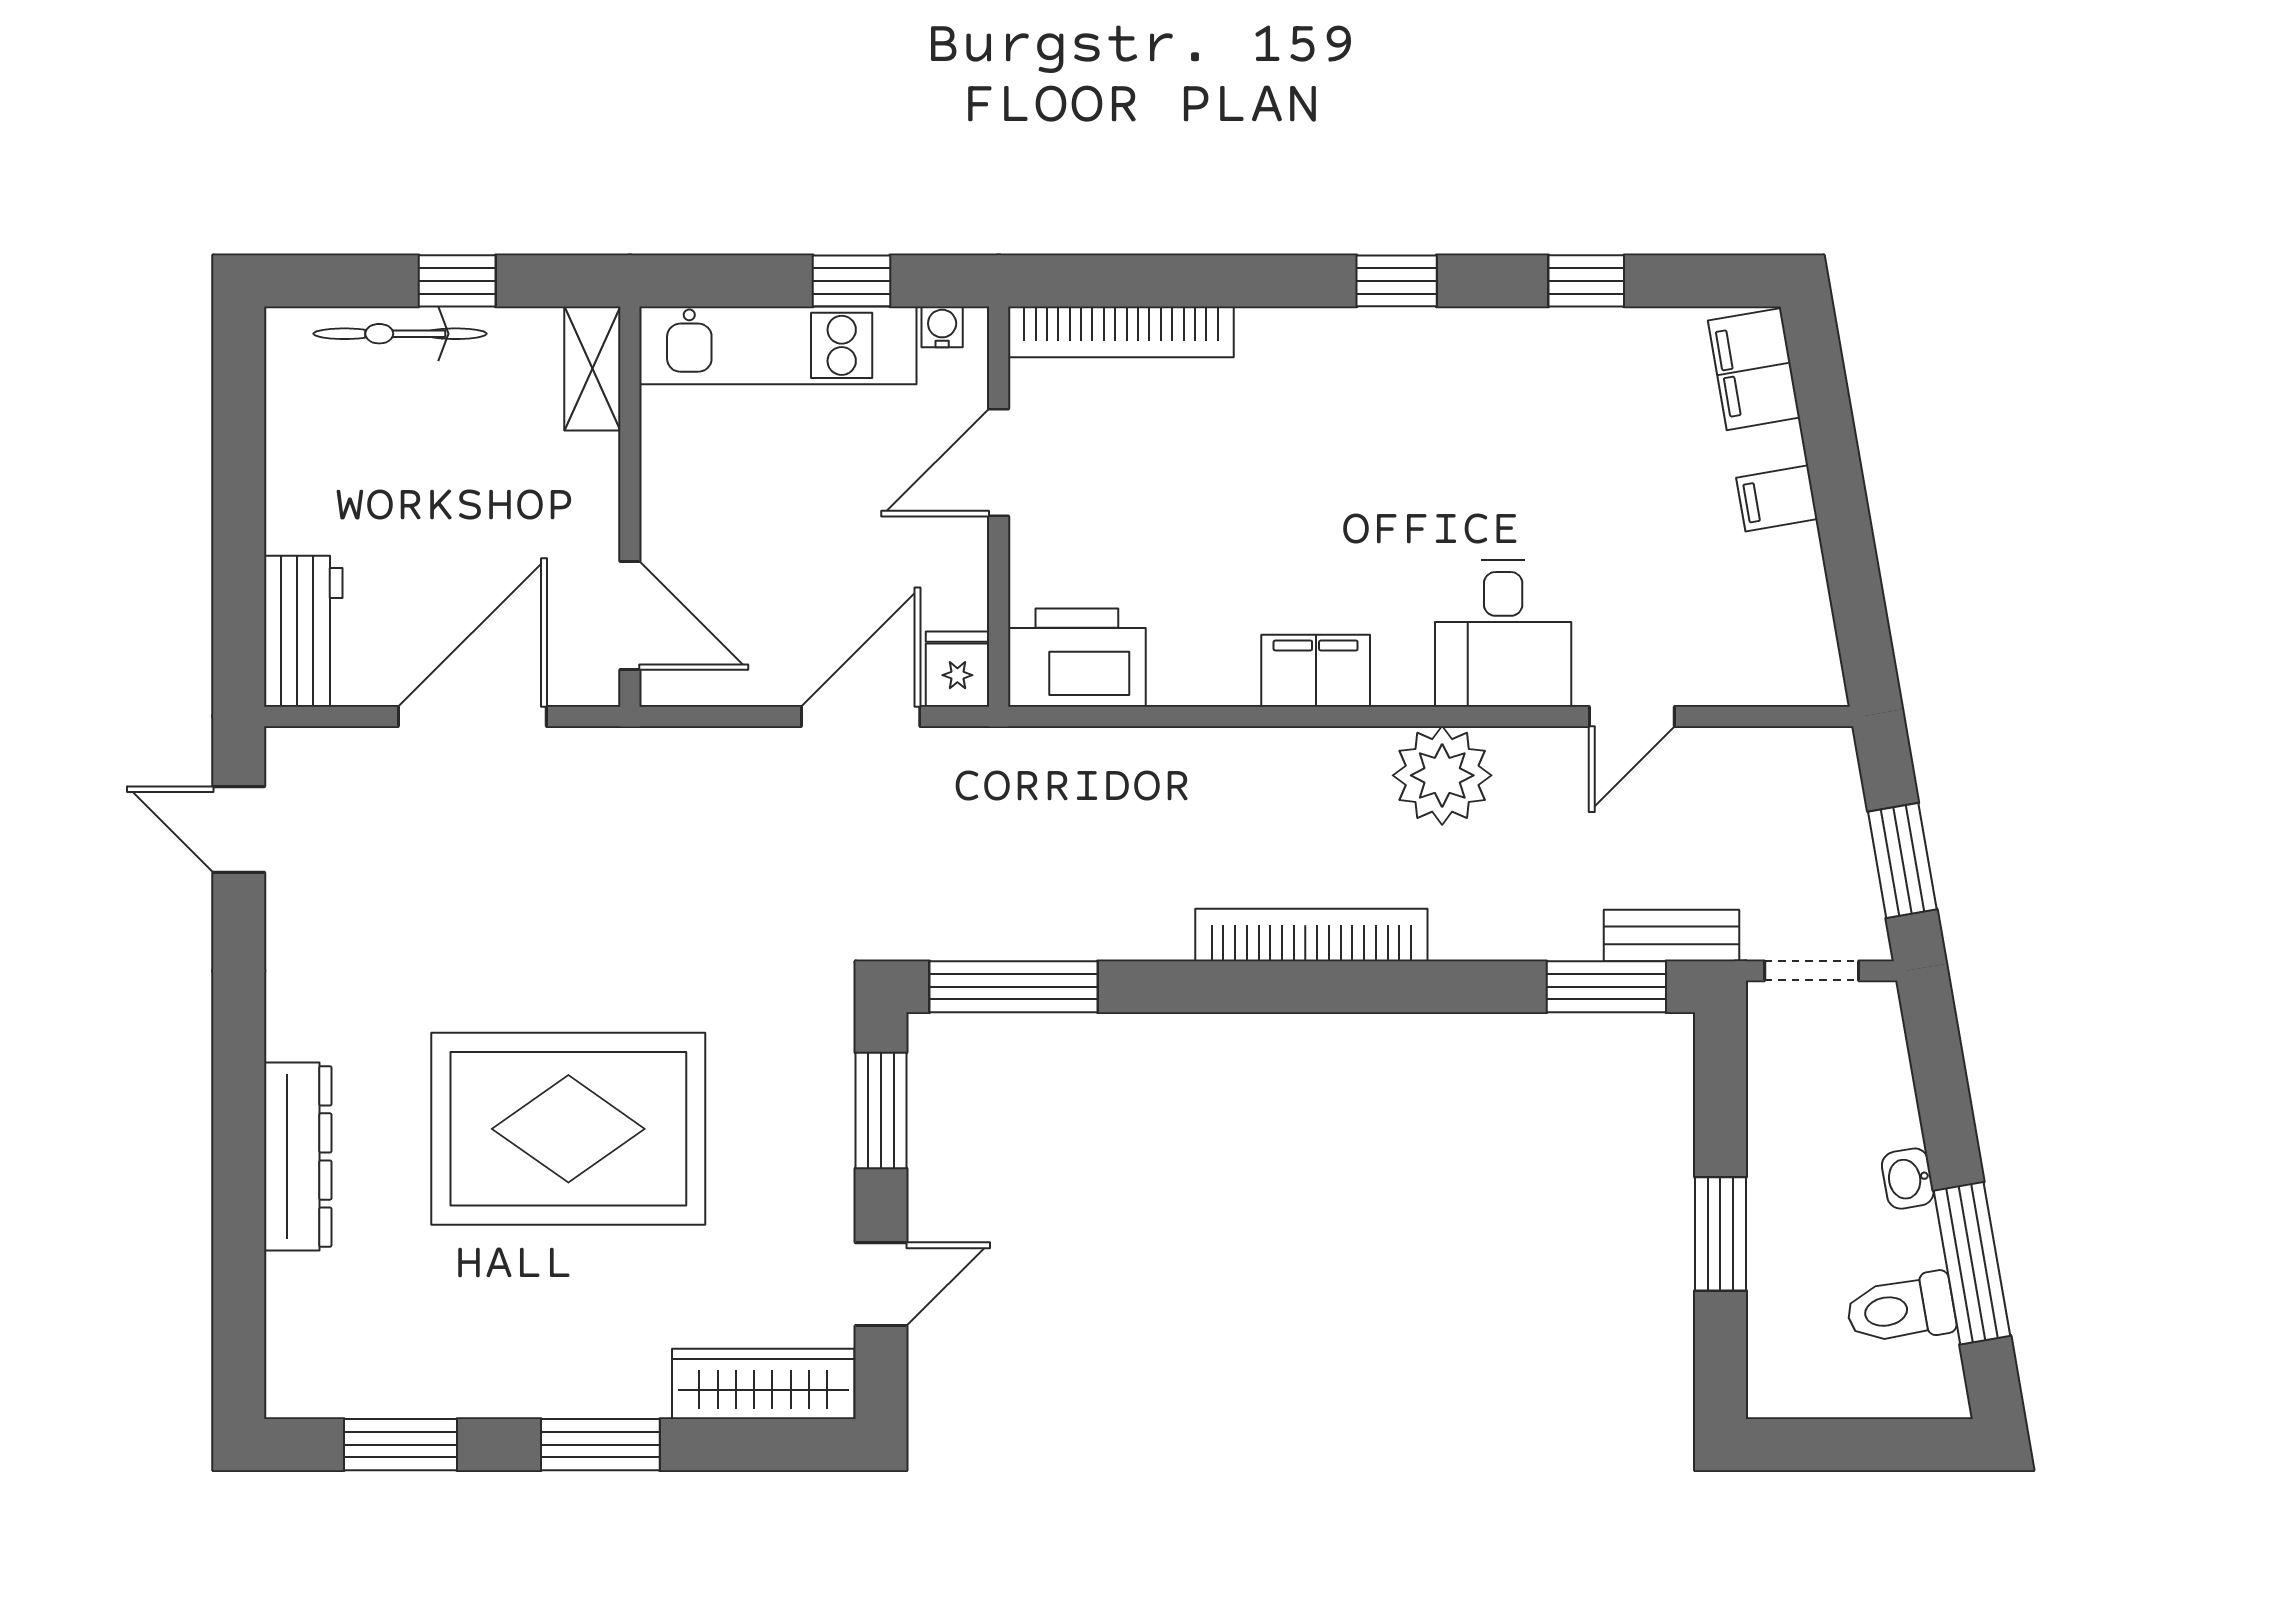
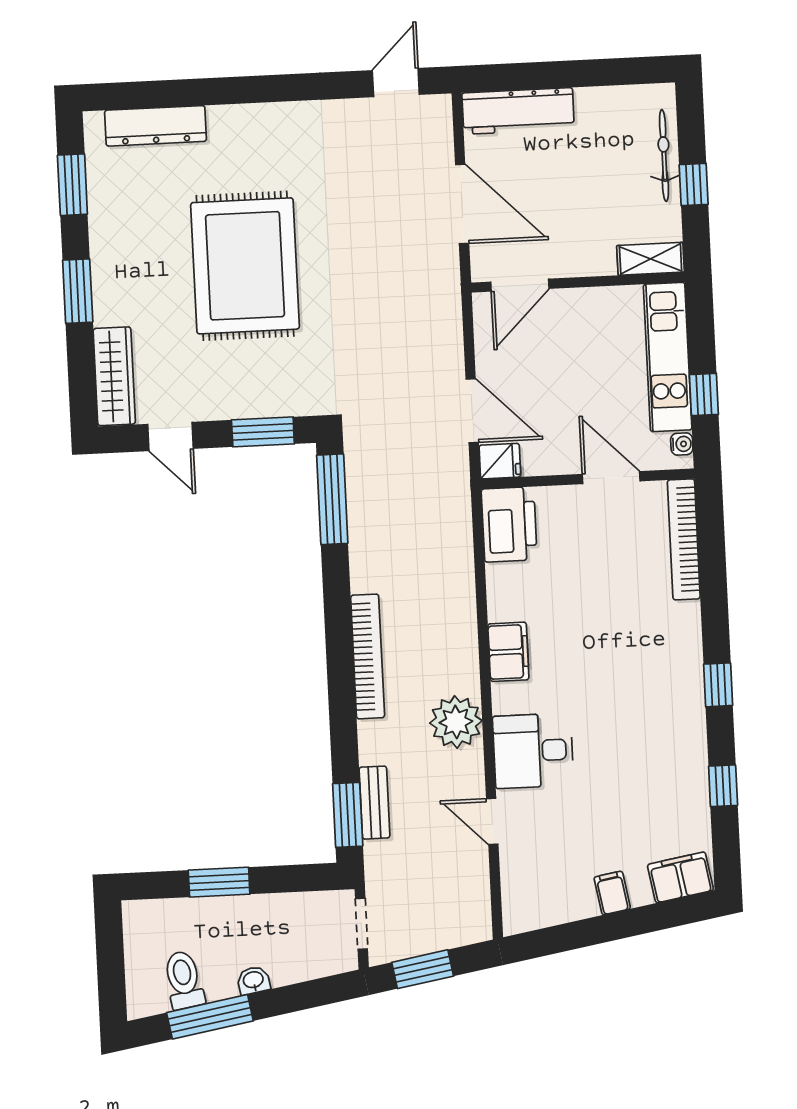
workbench: (303, 631) -> (518, 111), width x1.38
bench: (1672, 935) -> (374, 803), moved
dresser: (298, 1156) -> (155, 126), moved

